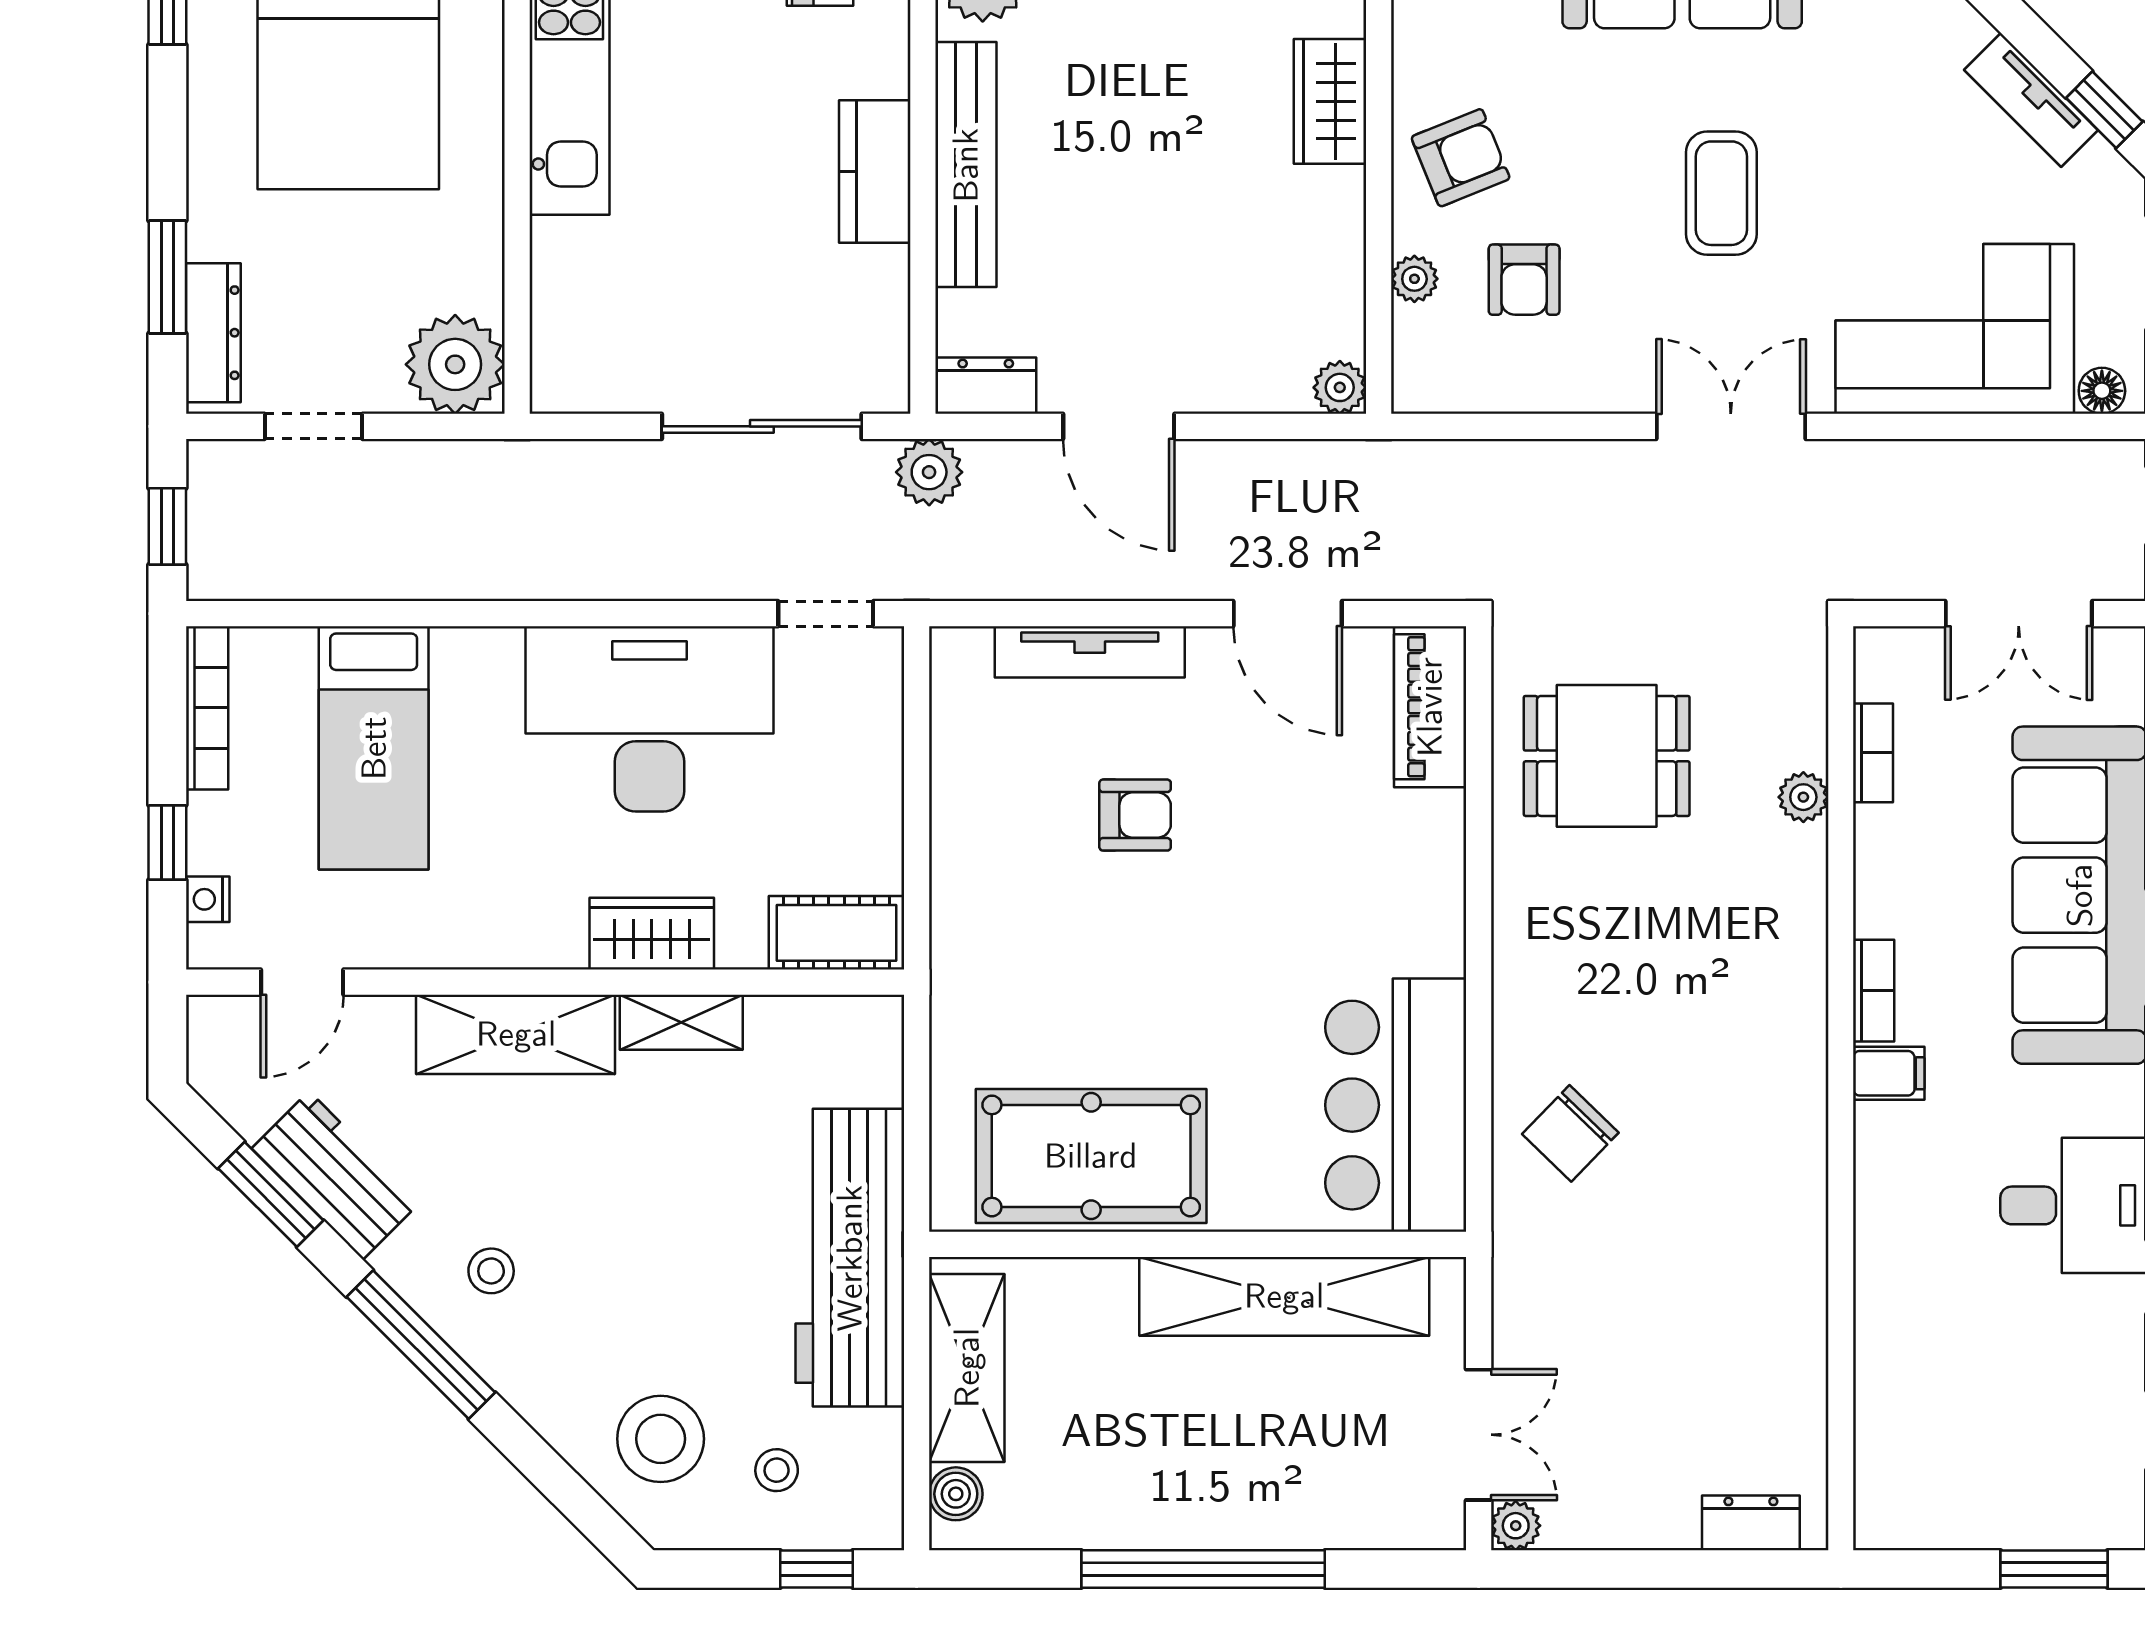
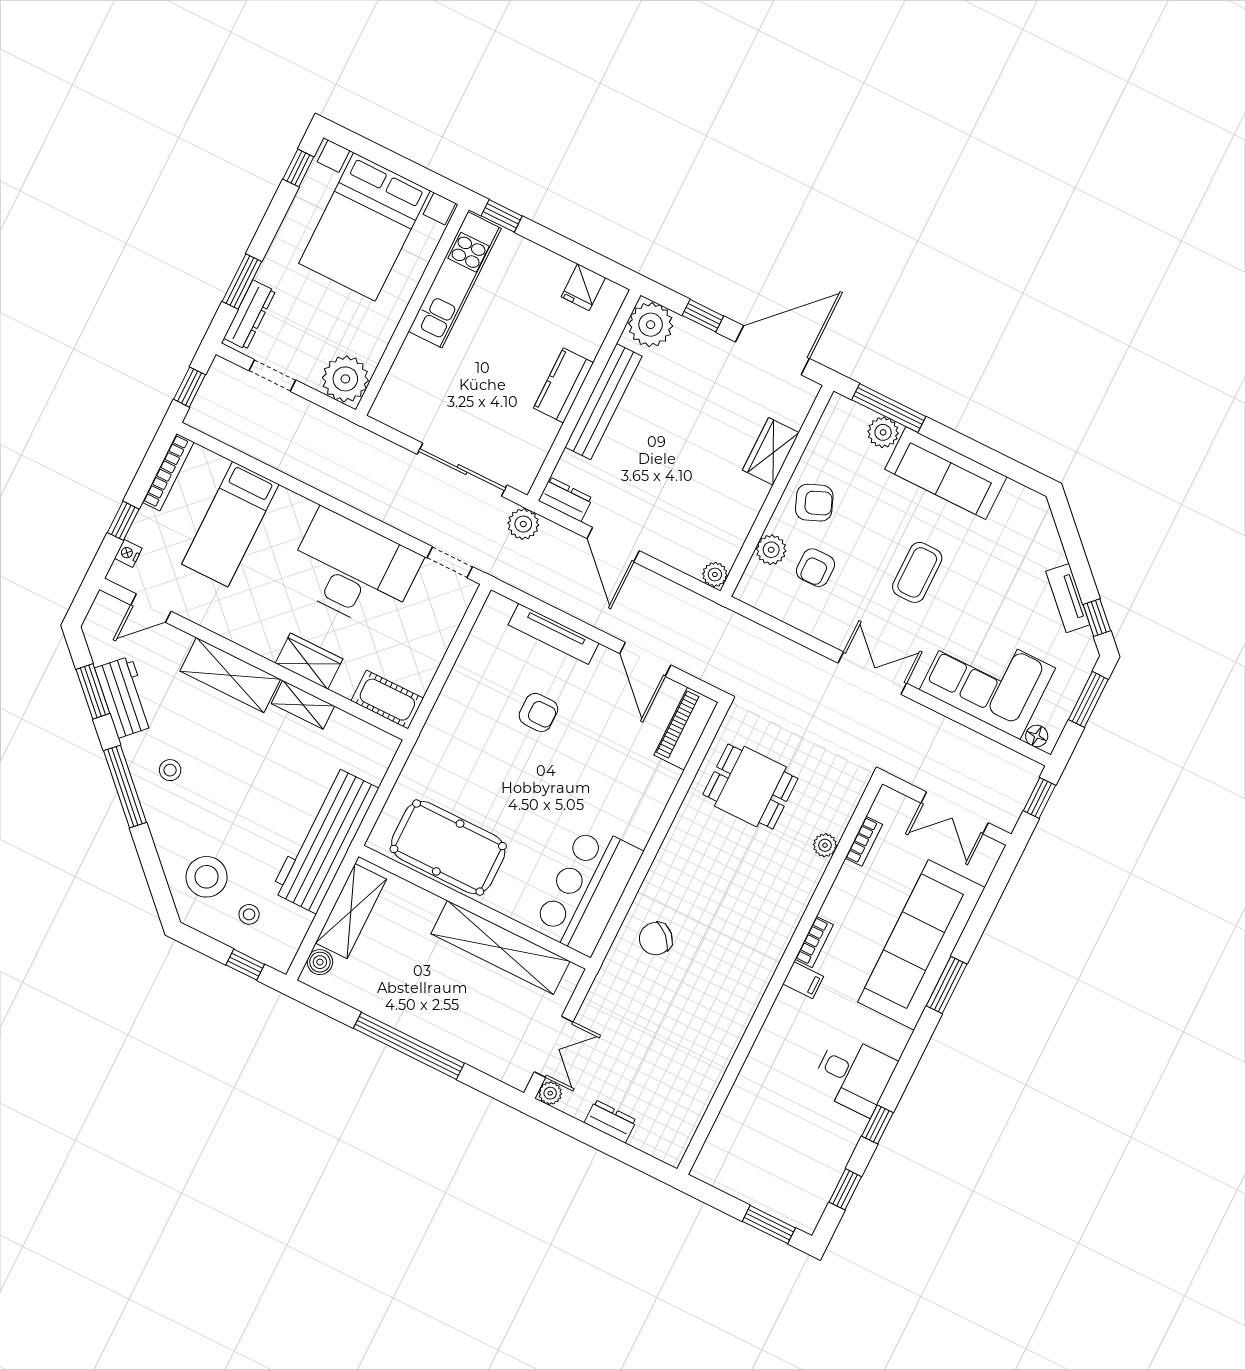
plant: (1414, 279) -> (771, 550), width x1.38, depth x1.38
dresser: (1751, 1523) -> (610, 1121), moved

